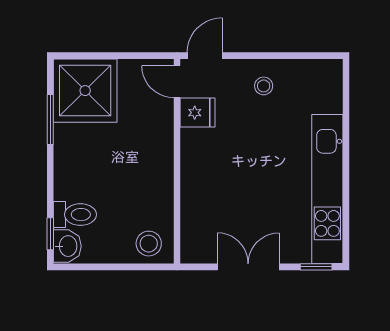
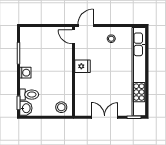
shower: (85, 91) -> (34, 41), removed
fridge: (198, 113) -> (83, 66), moved
washing machine: (66, 164) -> (25, 73), added
kitchen unit: (327, 189) -> (139, 72), width x1.36

